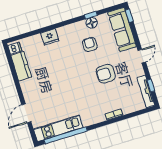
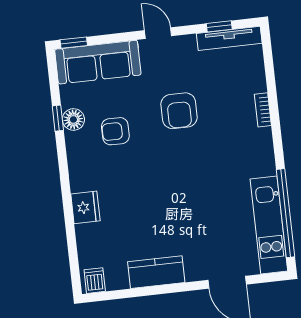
kitchen counter: (21, 66) -> (156, 272), moved

